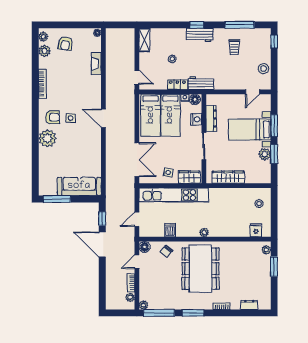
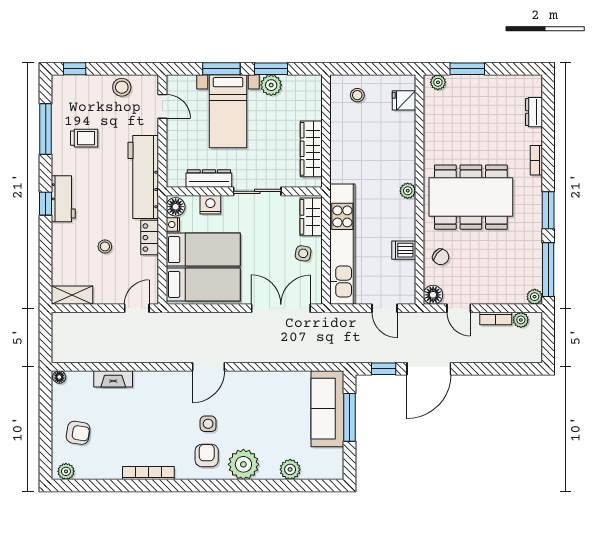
plant: (44, 51) -> (290, 469), moved
workbench: (201, 83) -> (143, 177), width x1.88, depth x1.32
window: (57, 199) -> (349, 417), moved

